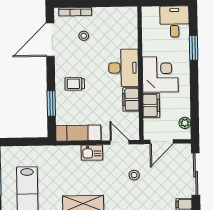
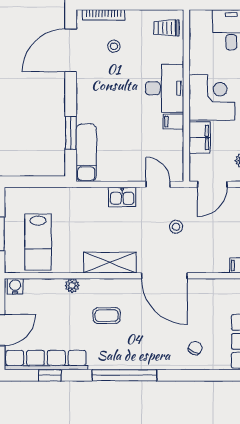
trolley: (75, 84) -> (166, 28), moved
filing cabinet: (131, 99) -> (173, 122), width x0.50
exam couch: (78, 133) -> (86, 153), moved, turned 90

